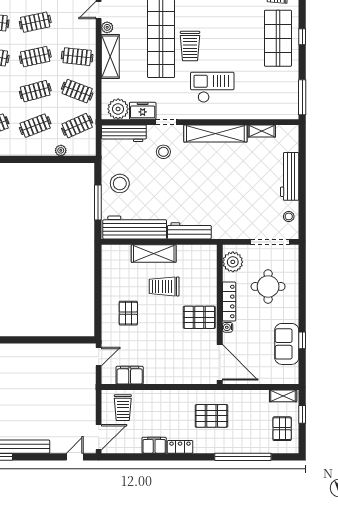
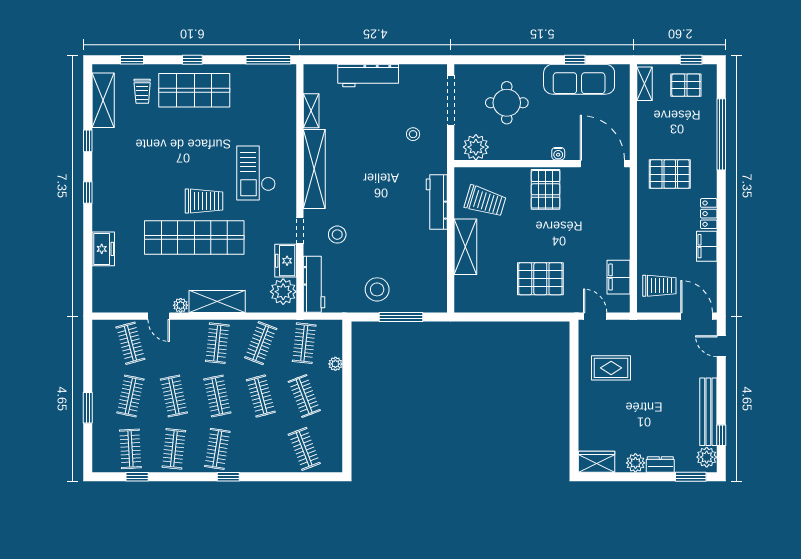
clothes rail: (77, 126) -> (304, 343), turned 30
stool: (289, 216) -> (413, 134), moved
workbench: (135, 228) -> (433, 271), removed
trolley: (164, 286) -> (485, 201), moved, turned -73
locker: (229, 302) -> (526, 152), removed
pallet: (128, 313) -> (540, 279), width x1.50, depth x1.42
sofa: (287, 344) -> (579, 79), width x1.36
door: (220, 362) -> (602, 164), hinge flipped
rug: (57, 369) -> (611, 368), added
window: (302, 414) -> (691, 60), moved
pallet: (211, 416) -> (670, 174), turned 90

